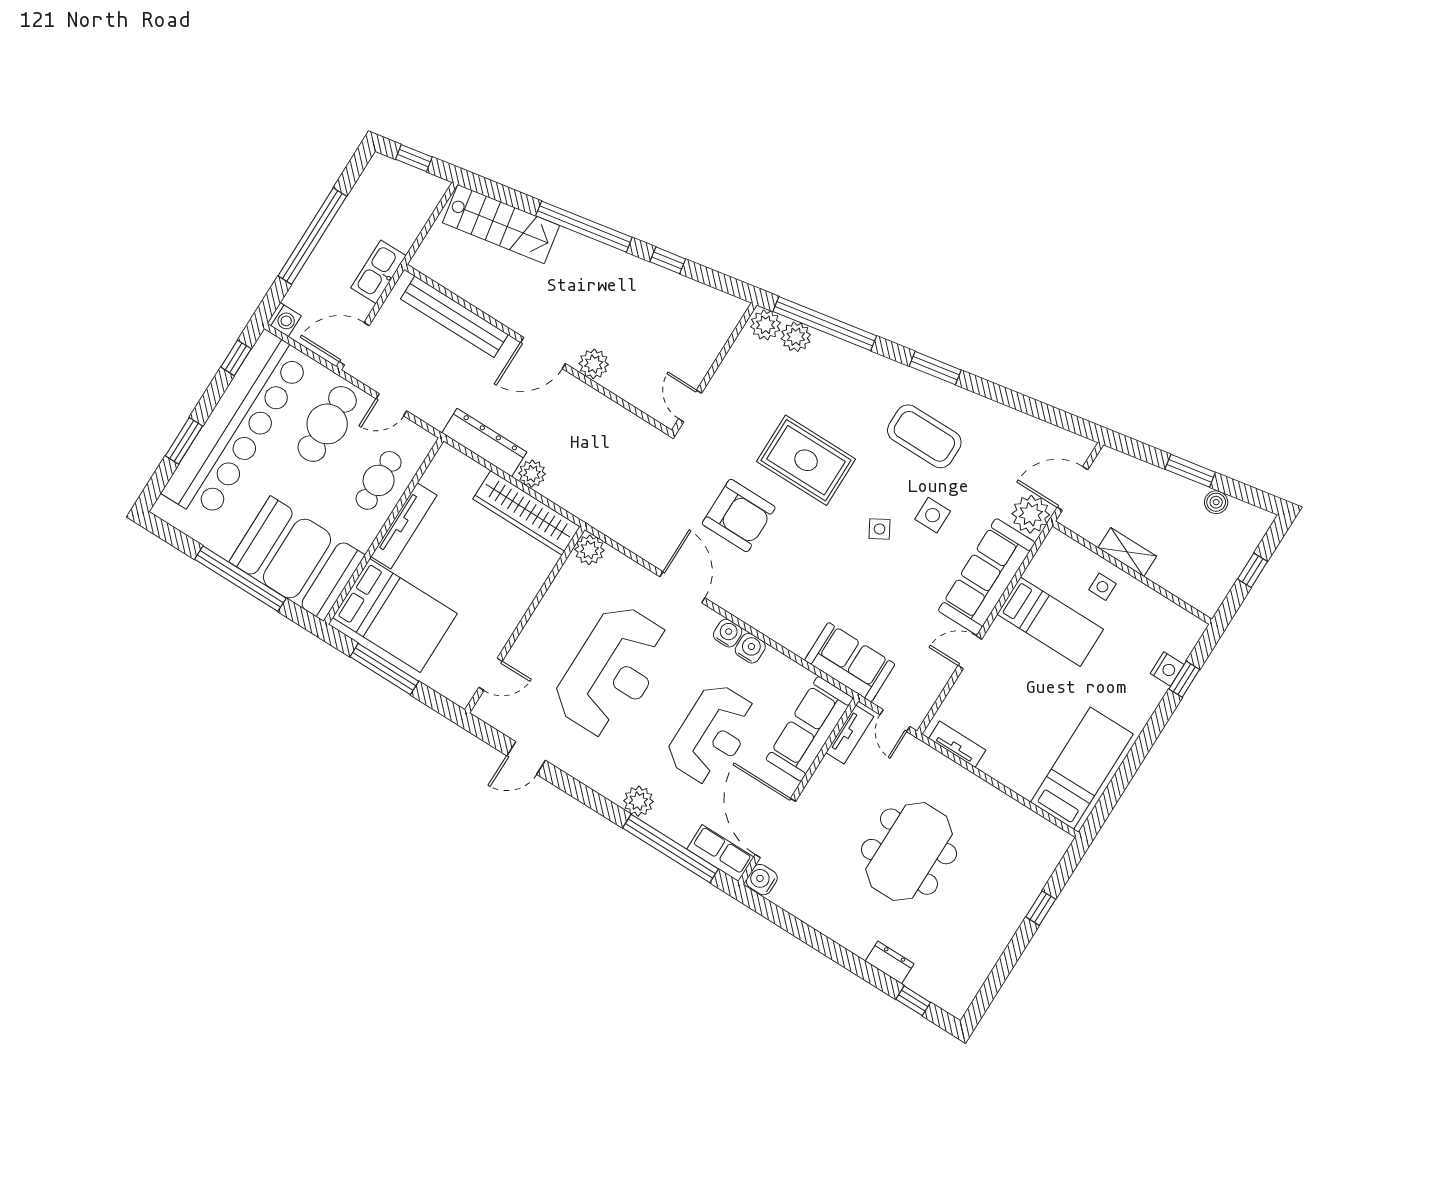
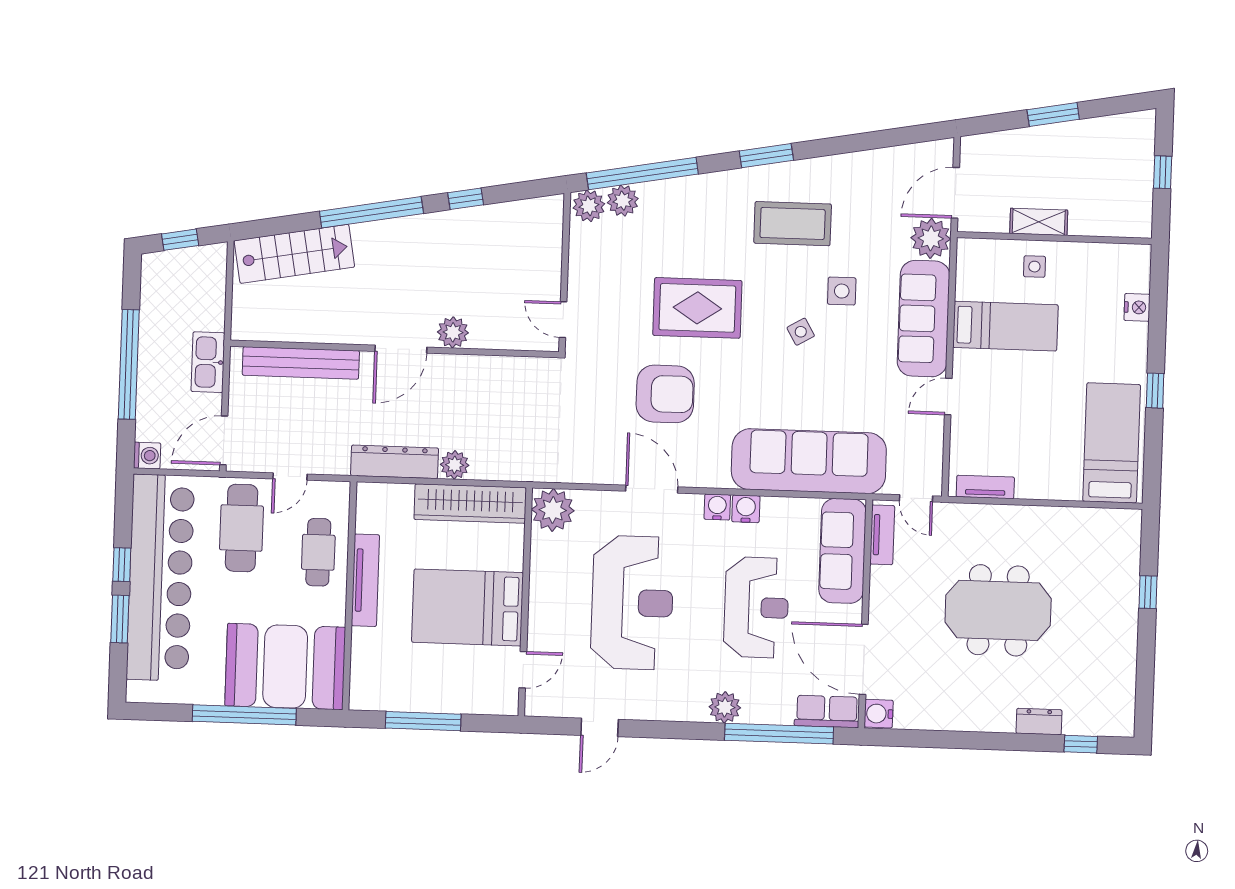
window: (236, 358) -> (122, 565), moved
boiler: (1216, 502) -> (1093, 129), removed
plant: (589, 550) -> (553, 510), width x1.36, depth x1.36
bed: (395, 616) -> (468, 607), moved, turned 180
sofa: (850, 662) -> (809, 461), width x1.85, depth x1.27
window: (1184, 679) -> (1155, 391), moved
meeting table: (909, 852) -> (998, 610), turned 90

